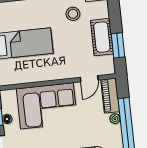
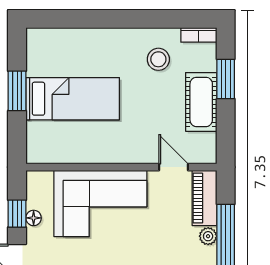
window: (118, 45) -> (226, 79), moved
door: (89, 79) -> (173, 167), swing flipped

